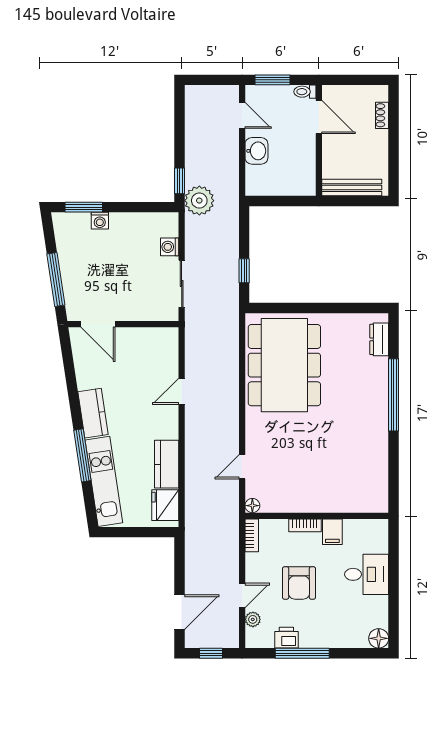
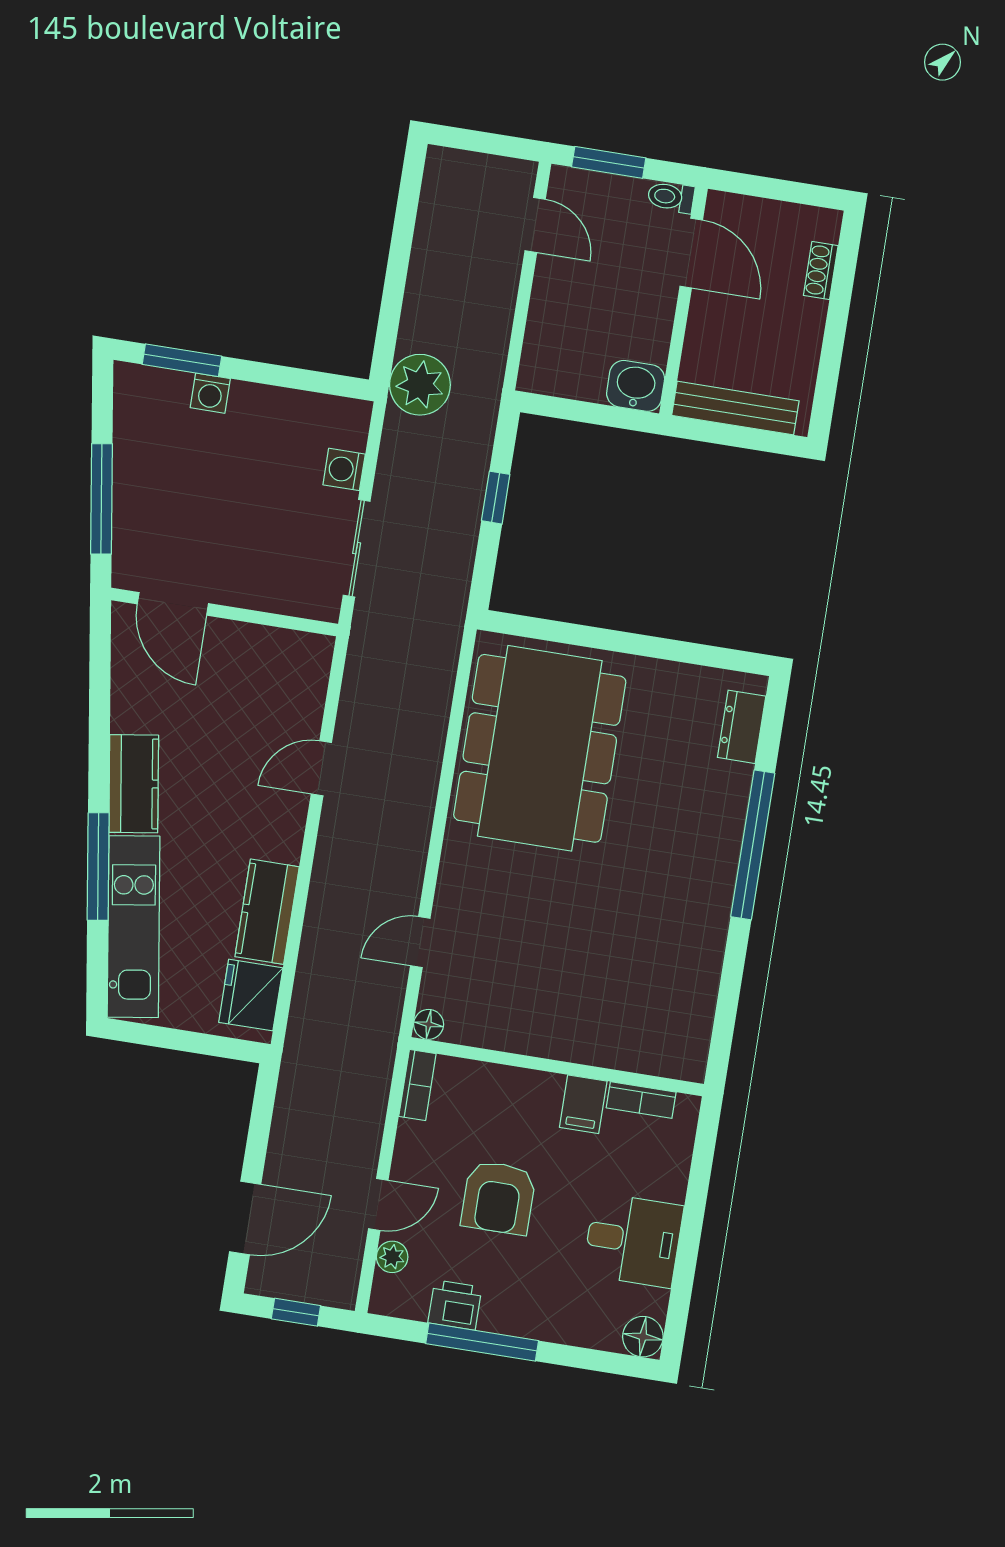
washbasin: (256, 151) -> (636, 386), moved, turned -90
window: (180, 181) -> (386, 338), removed
window: (244, 271) -> (496, 498), moved
bookcase: (305, 525) -> (641, 1100), moved
desk: (367, 574) -> (633, 1240), moved

